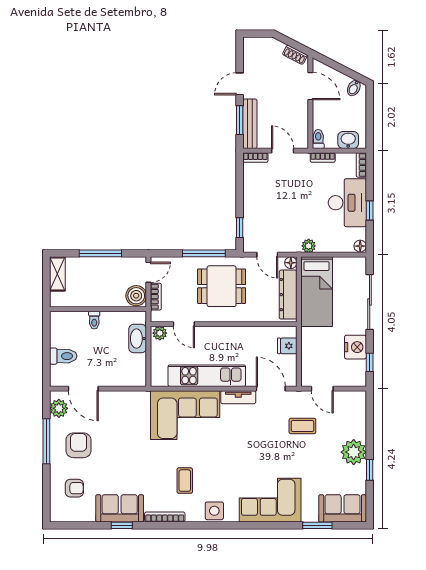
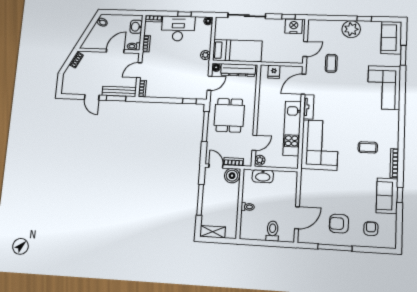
door: (310, 86) -> (115, 51), moved
nightstand: (355, 347) -> (294, 26), moved
plant: (59, 408) -> (311, 237), removed
side table: (214, 511) -> (391, 127), removed

